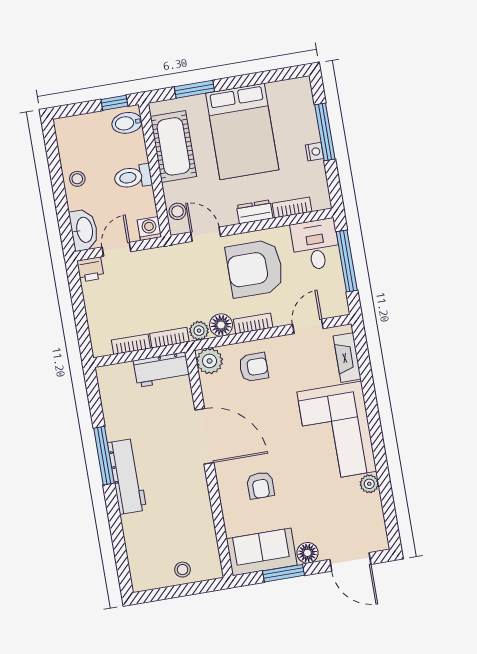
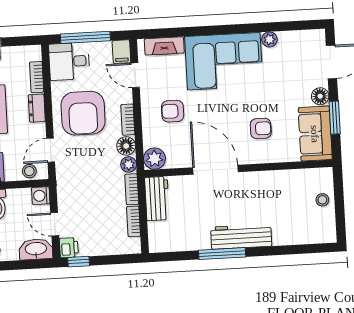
window: (75, 283) -> (79, 262), added
filing cabinet: (334, 307) -> (121, 52), added
armchair: (254, 367) -> (173, 111), moved, turned -90
door: (204, 436) -> (215, 170), hinge flipped

